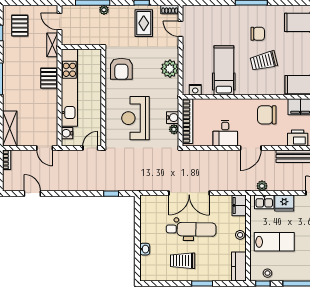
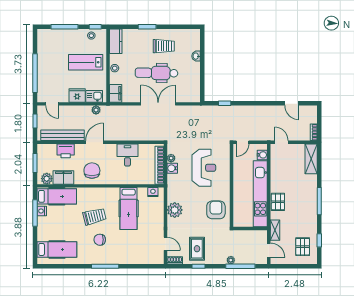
chair: (267, 115) -> (92, 171), turned -90
door: (251, 148) -> (95, 142), moved

